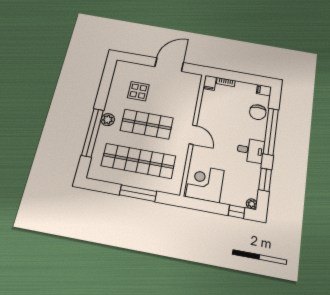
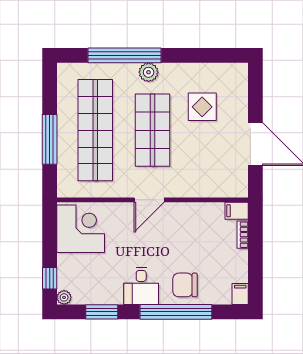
chair: (258, 112) -> (185, 285), moved

